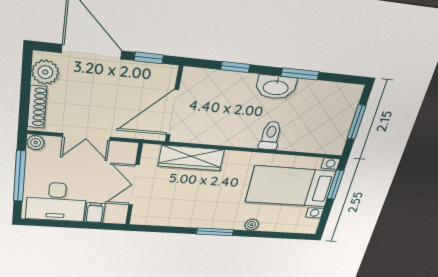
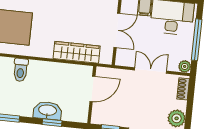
washbasin: (276, 87) -> (48, 111), moved
shoe rack: (37, 107) -> (183, 89), width x0.70
door: (172, 112) -> (92, 89), width x0.73

